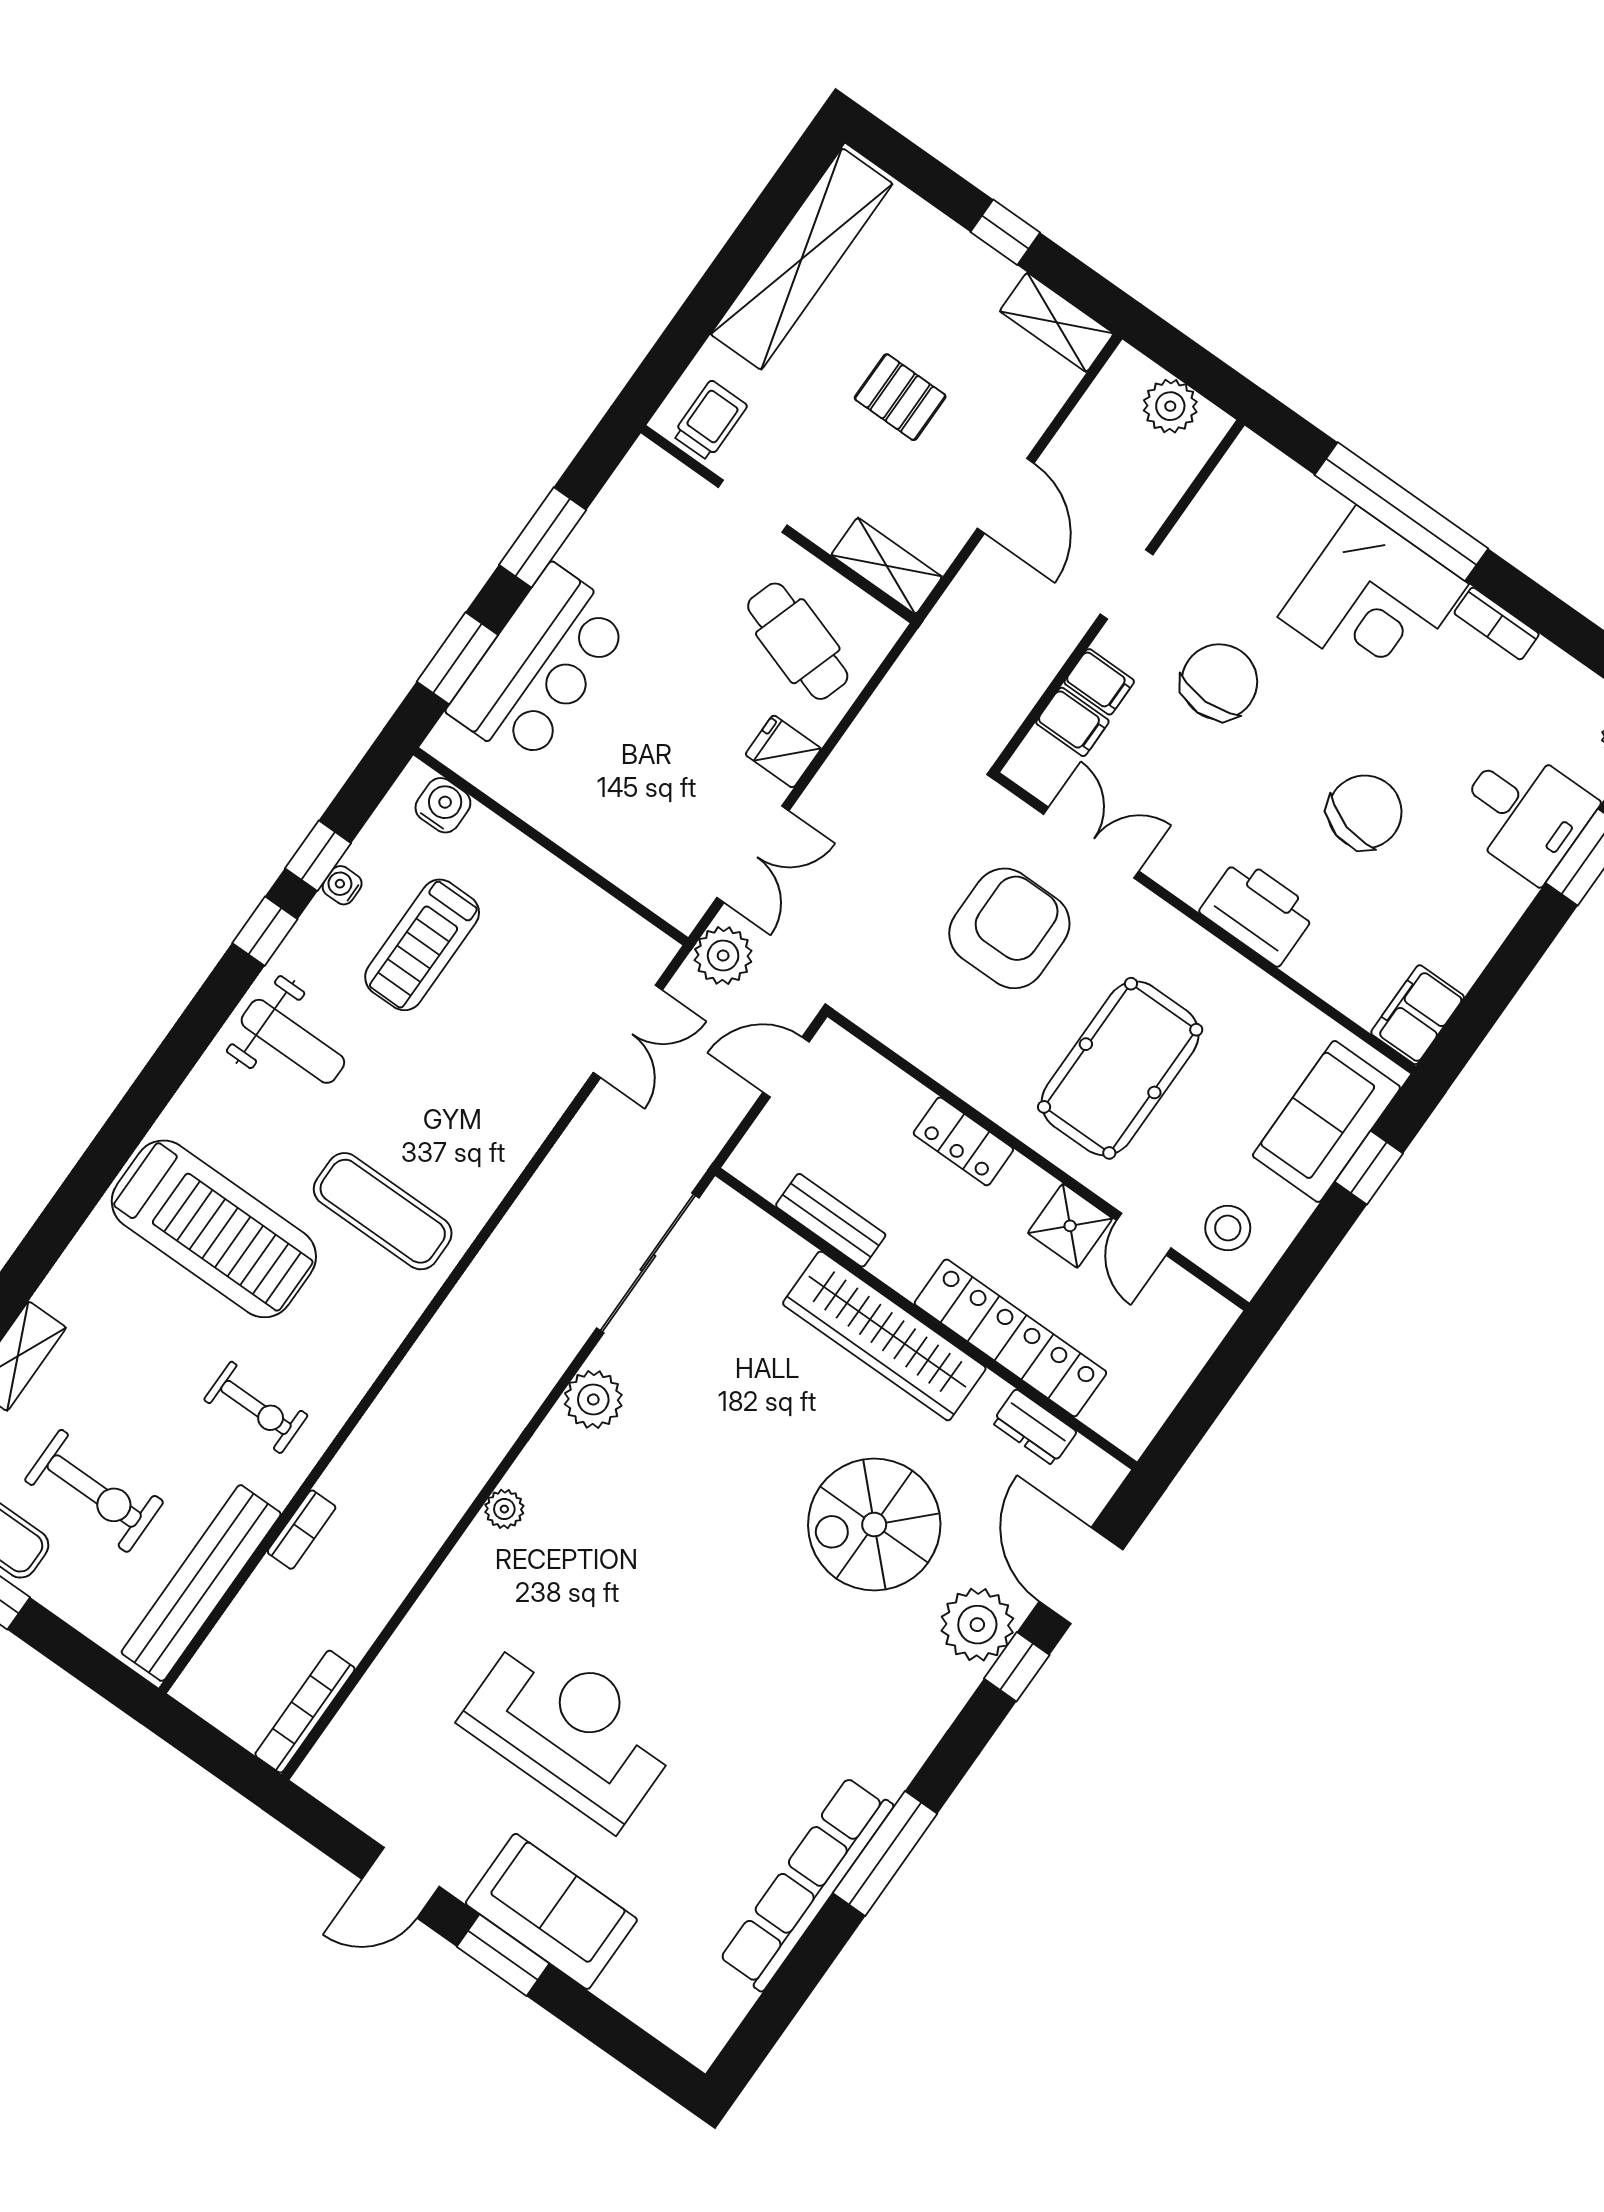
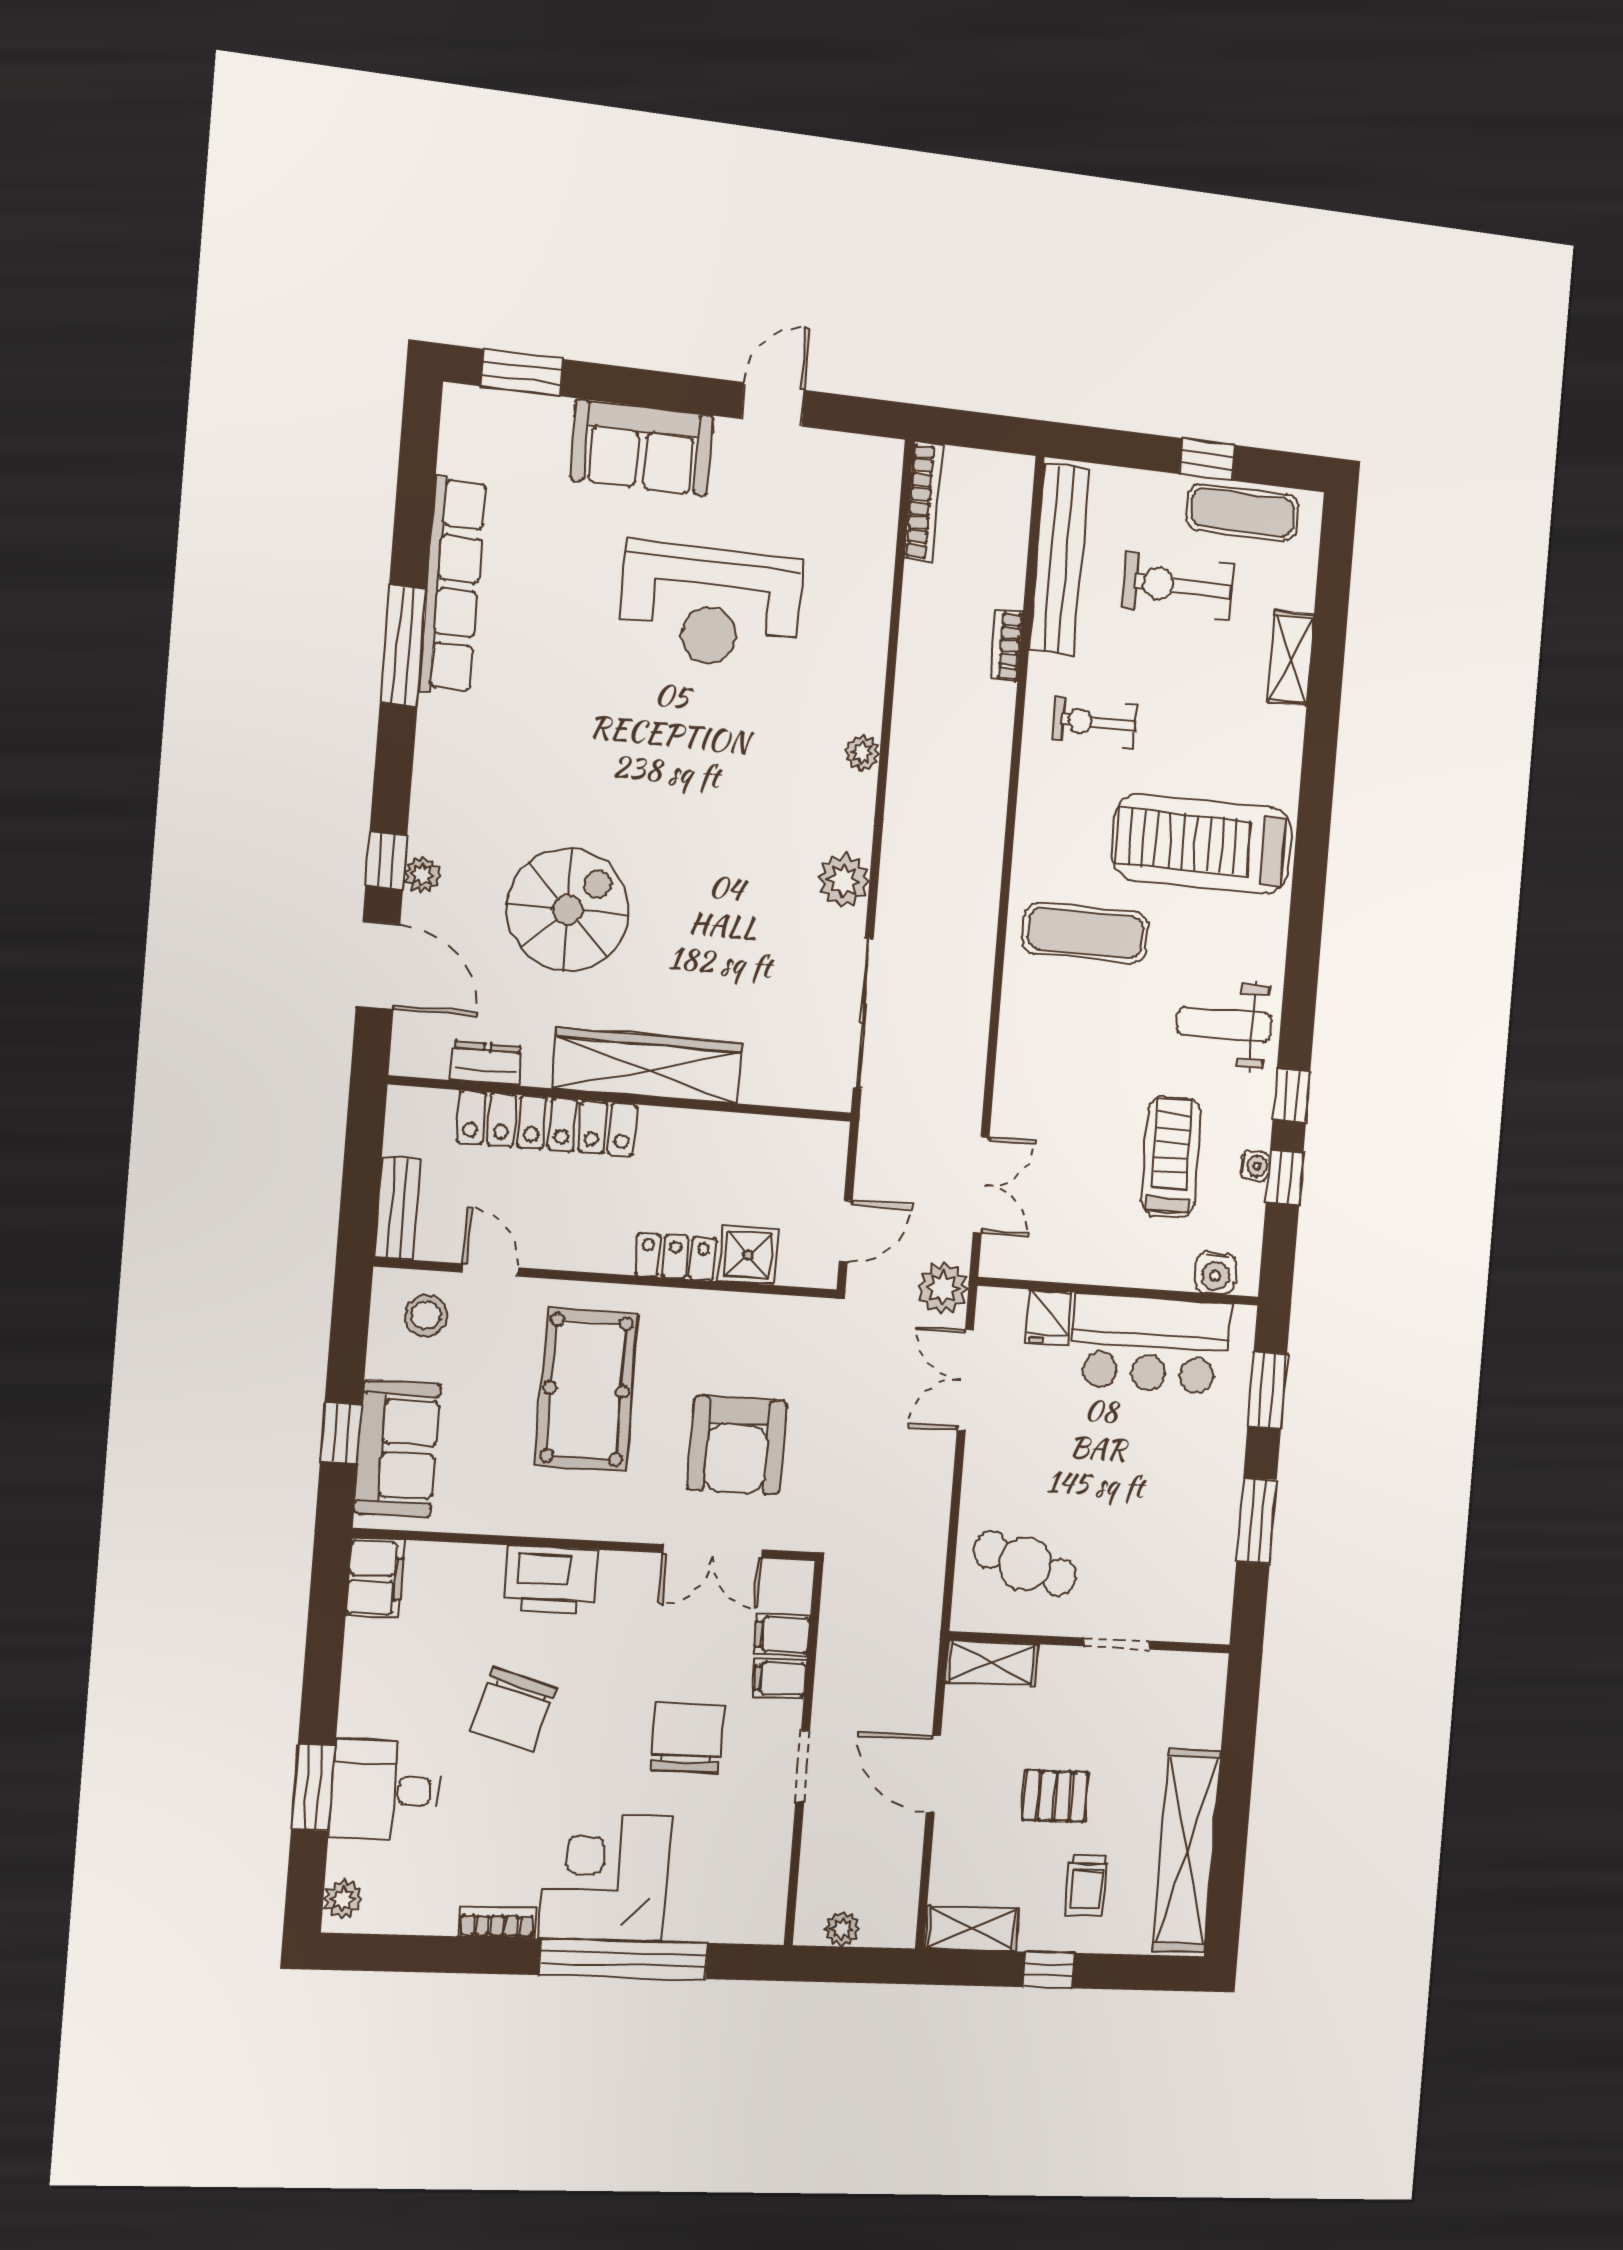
plant: (1170, 406) -> (842, 1929), width x0.73, depth x0.73
trolley: (710, 420) -> (1086, 1885), moved
bar counter: (540, 666) -> (1151, 1344), moved, turned -90
chair: (1219, 682) -> (687, 1738), turned 180
fridge: (783, 751) -> (1048, 1317), moved, turned 90
double door: (628, 1031) -> (981, 1185), swing flipped
bench: (831, 1220) -> (397, 1208), moved, turned 90
shower: (1070, 1226) -> (748, 1255), moved
plant: (977, 1625) -> (422, 875), width x0.53, depth x0.53
window: (503, 1955) -> (522, 373), moved

